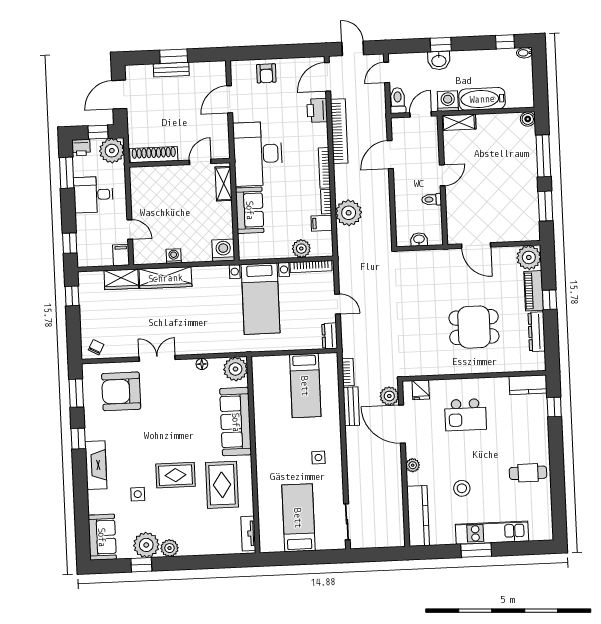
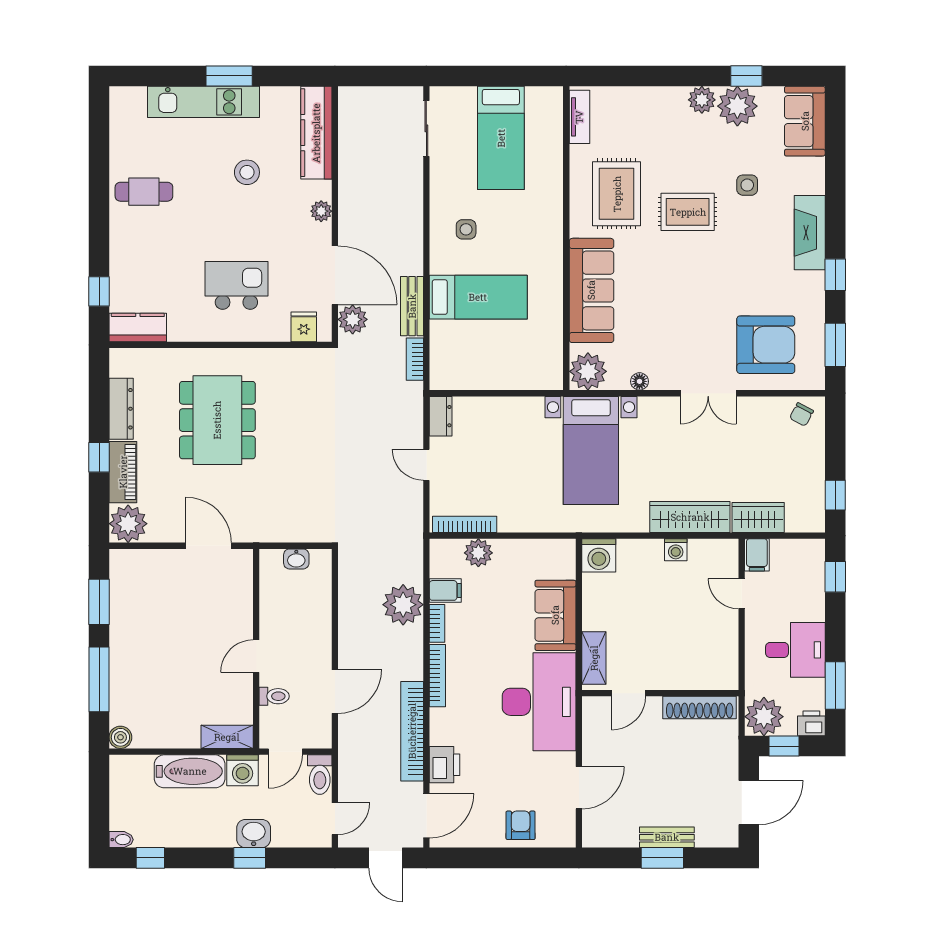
toilet: (432, 199) -> (274, 696), moved
bed with nightstands: (261, 299) -> (591, 451), moved, turned 180
dining table: (474, 327) -> (217, 420), width x1.38
bed: (305, 386) -> (478, 297), moved, turned 90

